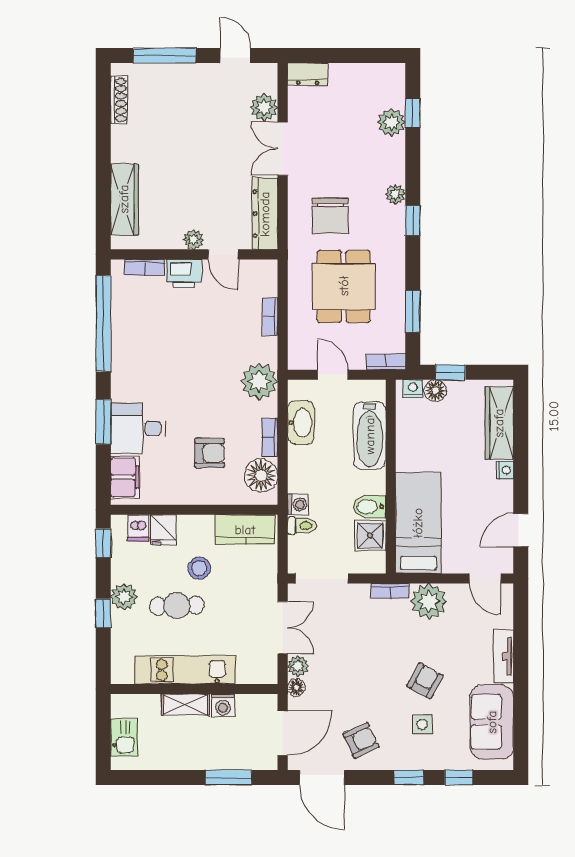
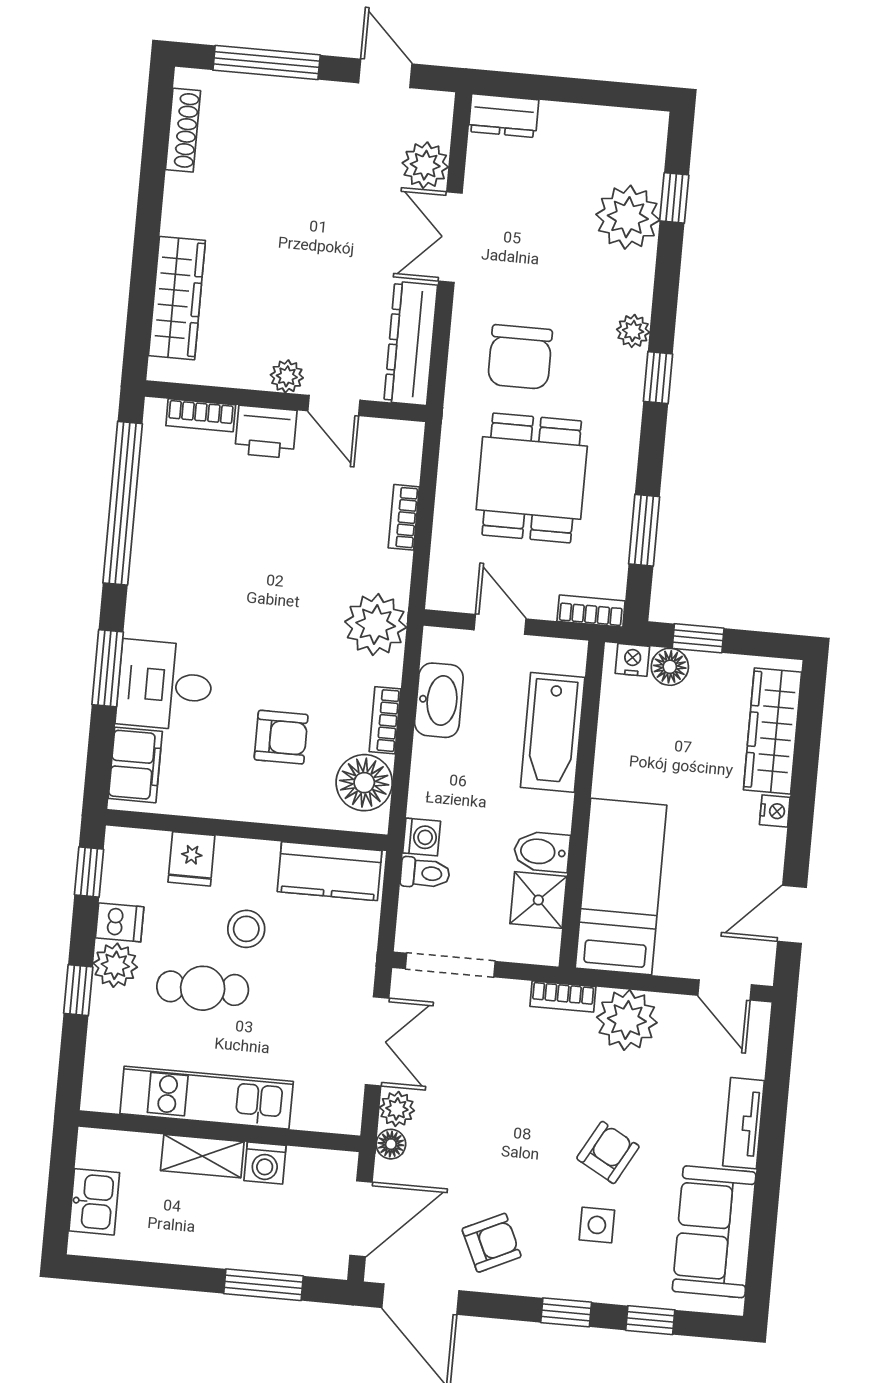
plant: (391, 122) -> (628, 217), width x1.36, depth x1.36
dishwasher: (138, 528) -> (120, 922), moved, turned -90

